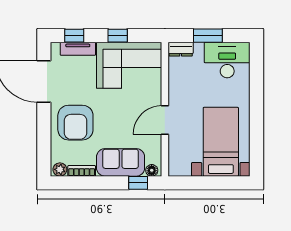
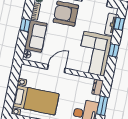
door: (165, 120) -> (56, 69), hinge flipped
window: (138, 183) -> (25, 25), moved

